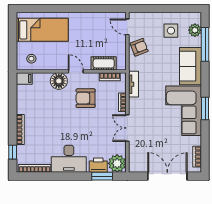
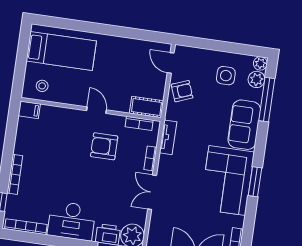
plant: (196, 17) -> (260, 63), added
cot: (104, 63) -> (147, 107), moved
floor lamp: (59, 81) -> (73, 119), removed

